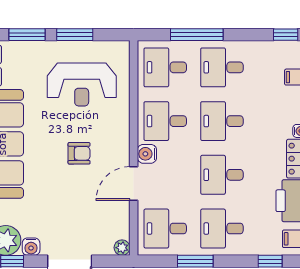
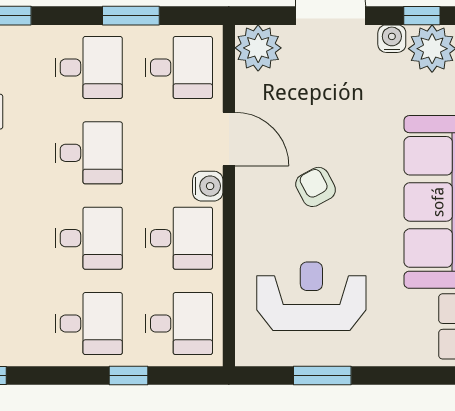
window: (27, 35) -> (398, 375), removed
window: (197, 35) -> (129, 375), width x0.46
armchair: (79, 153) -> (316, 187), turned 62
door: (134, 184) -> (229, 139), hinge flipped
plant: (122, 248) -> (258, 48), width x1.87, depth x1.87

